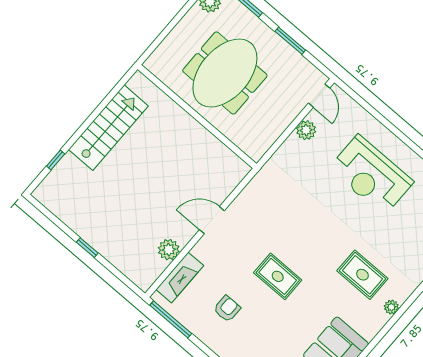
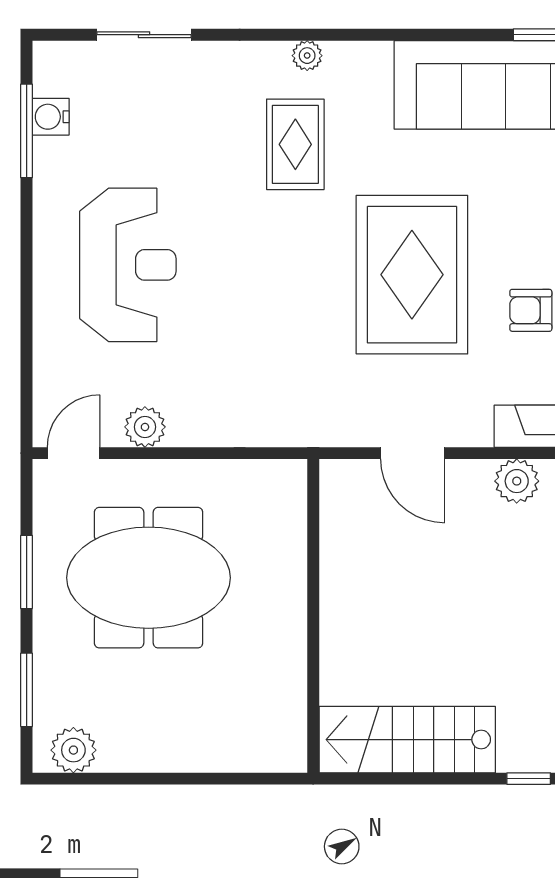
meeting table: (225, 73) -> (149, 578), moved
wall: (197, 117) -> (313, 616), moved
rug: (278, 276) -> (412, 275), width x1.86, depth x2.06

